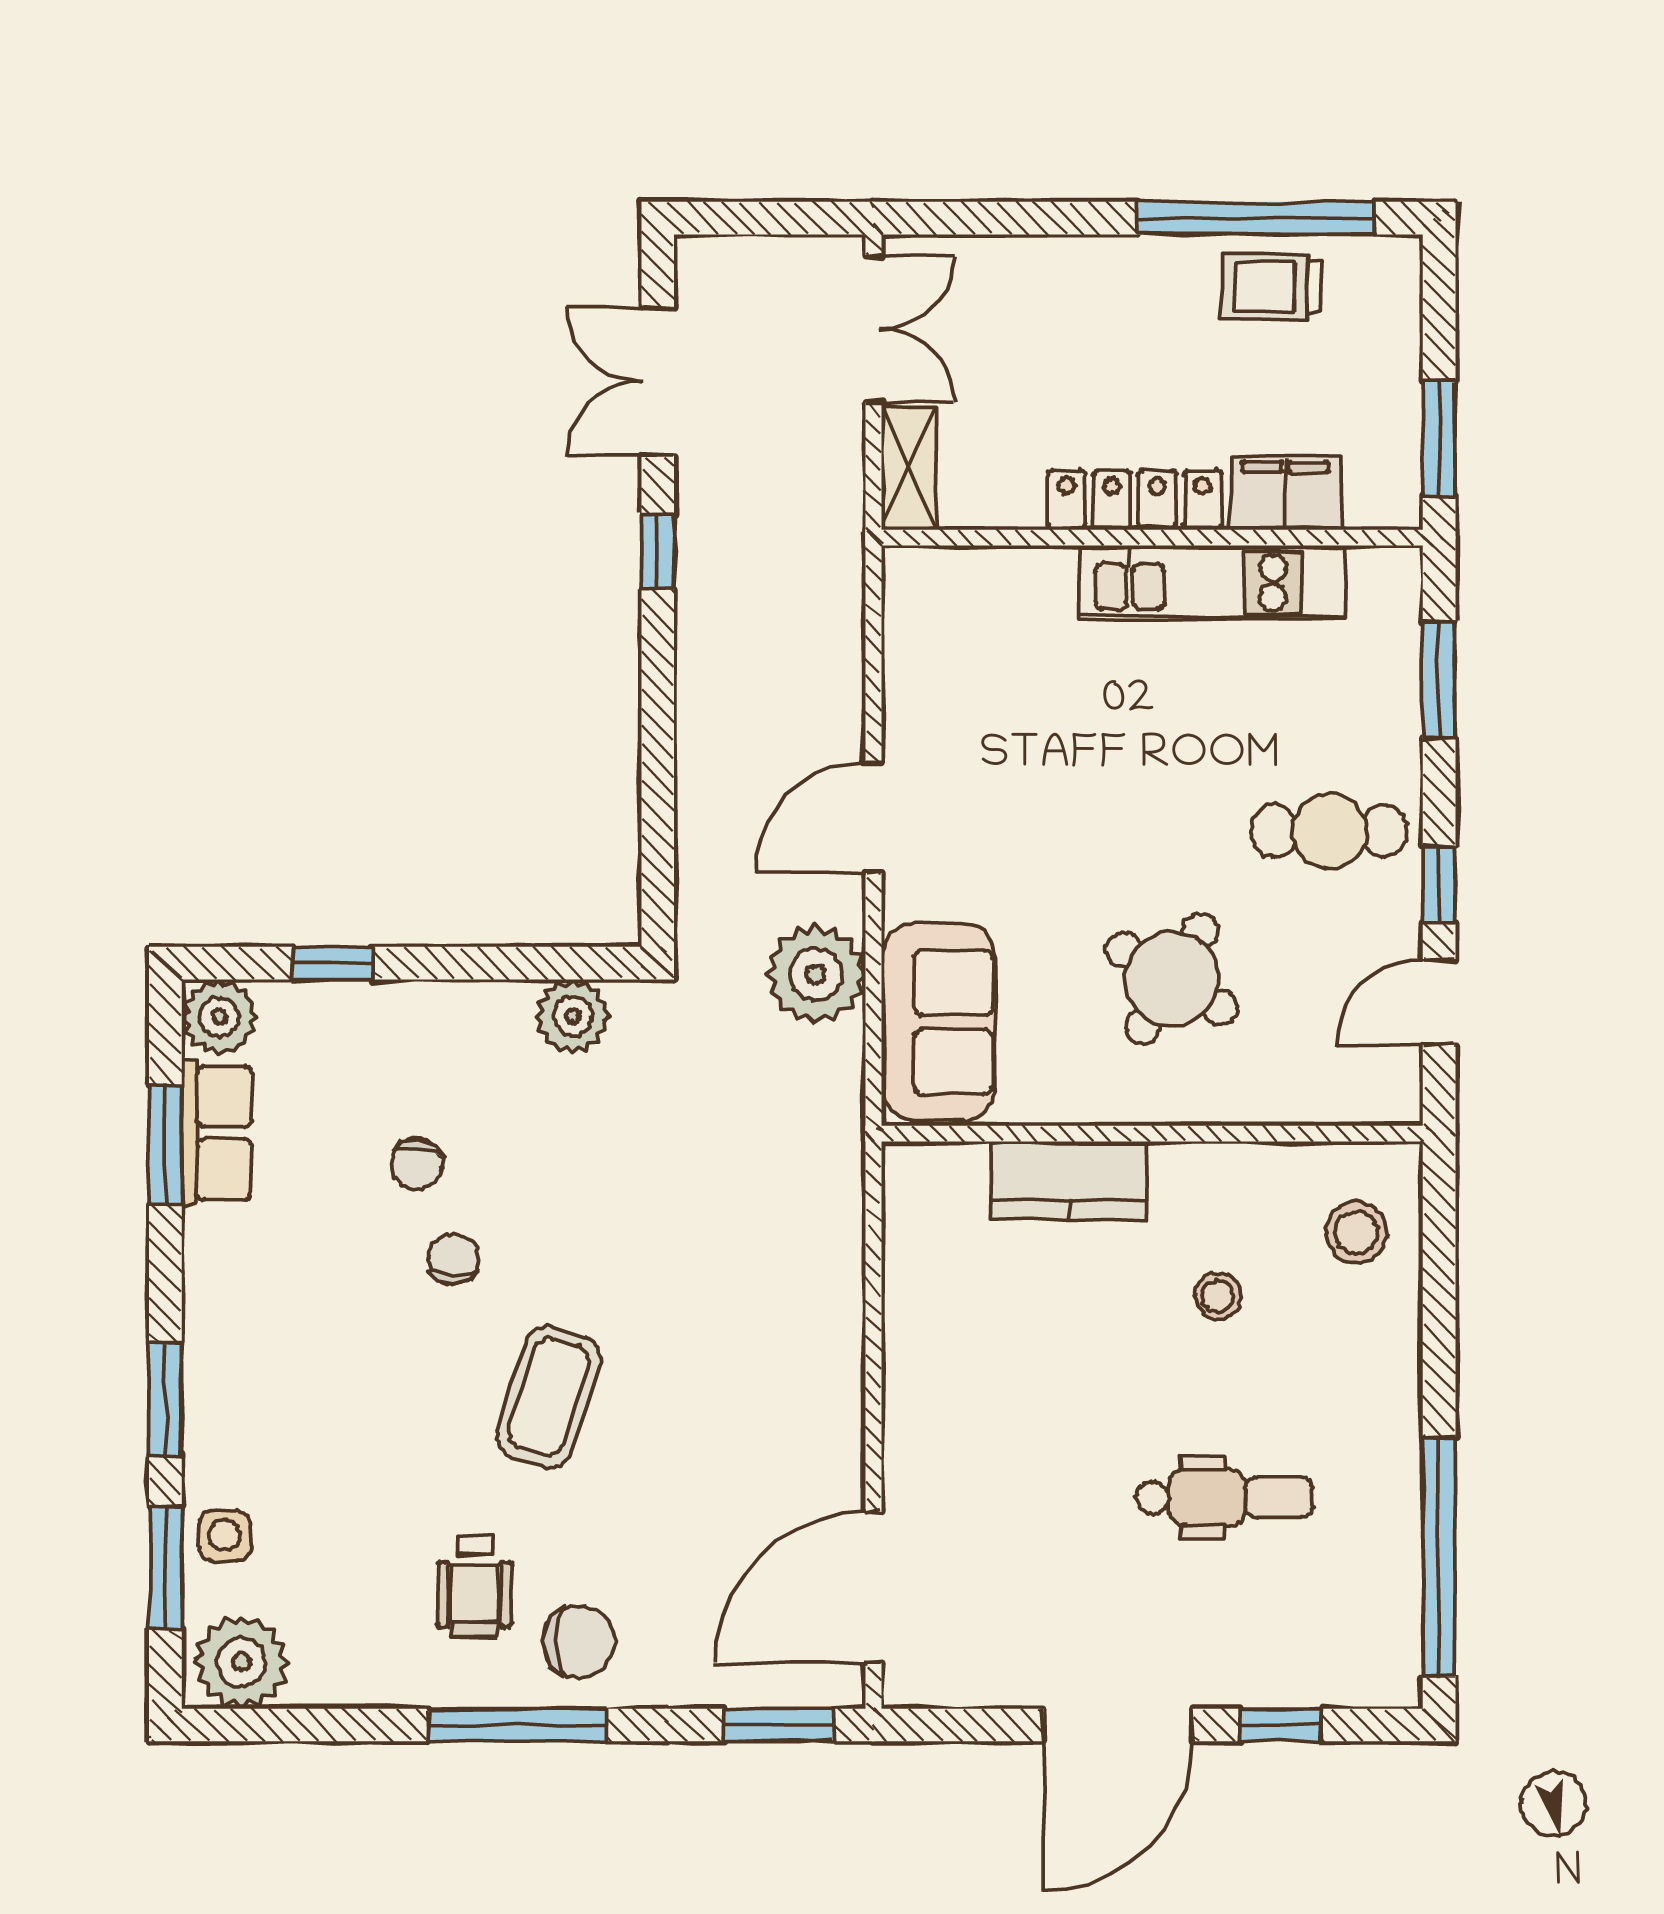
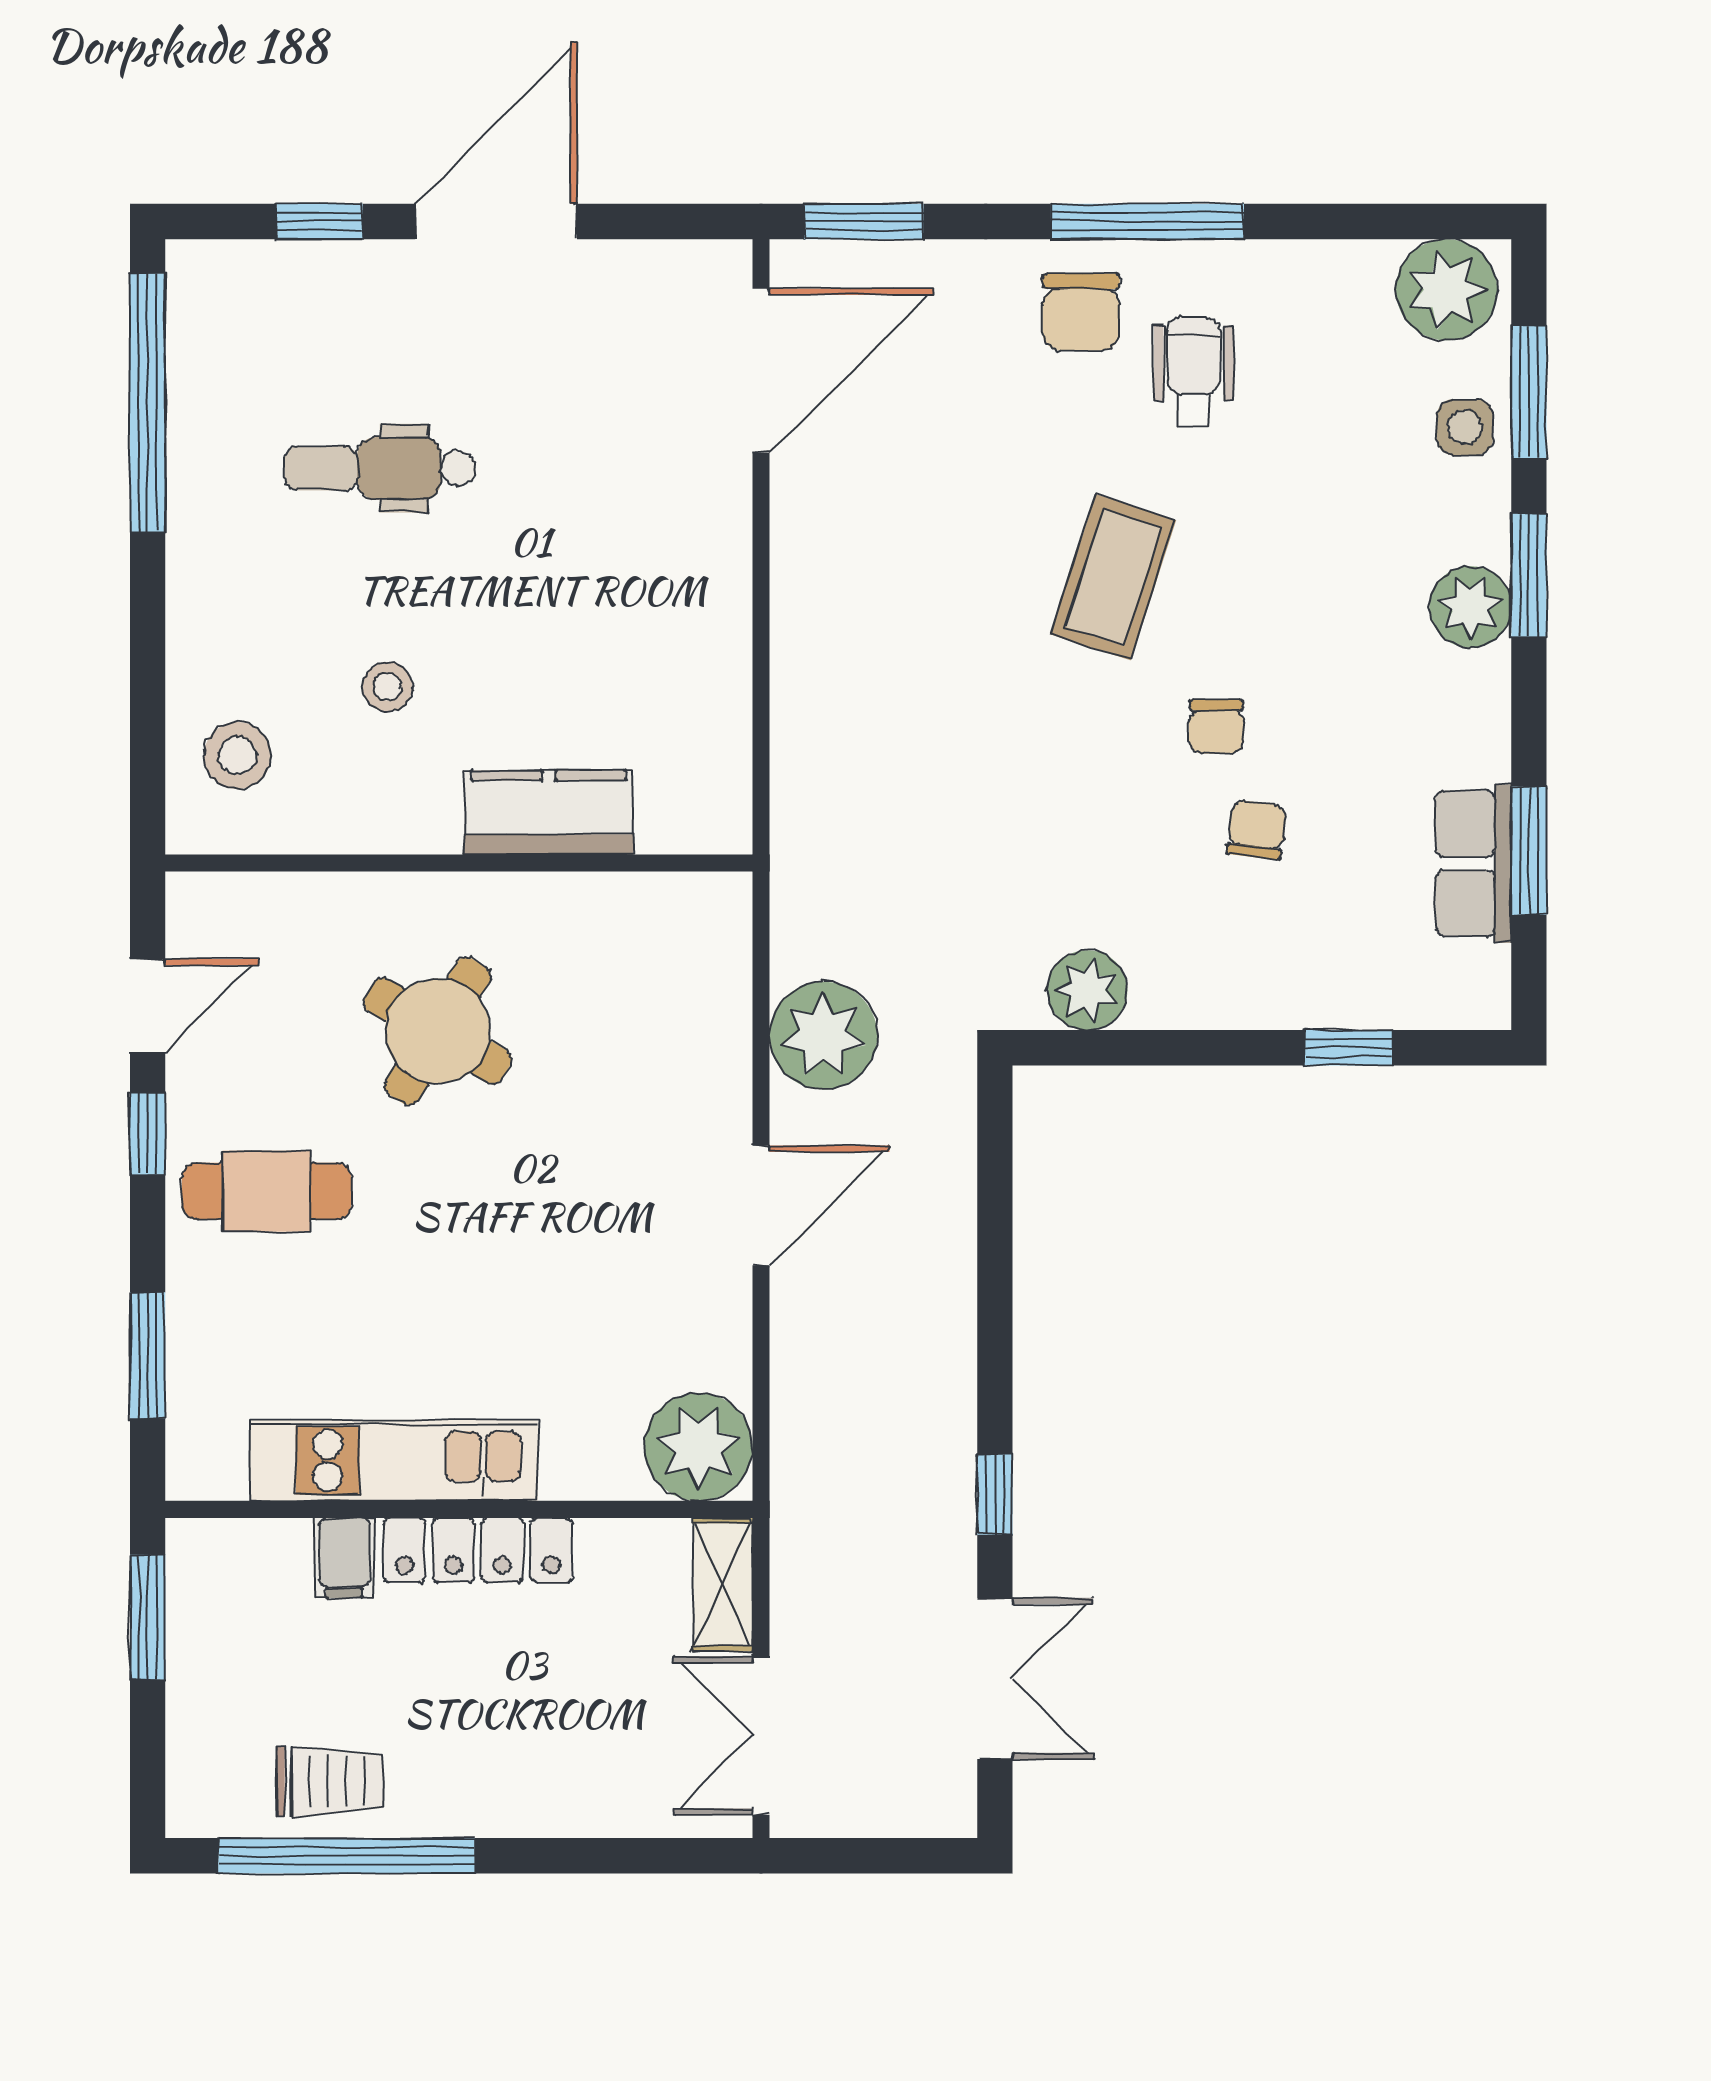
filing cabinet: (1285, 493) -> (344, 1558), width x0.50
plant: (931, 595) -> (699, 1447), added
plant: (219, 1017) -> (1470, 607), moved
sofa: (938, 1022) -> (691, 984), removed
chair: (578, 1642) -> (1081, 312), turned -90

